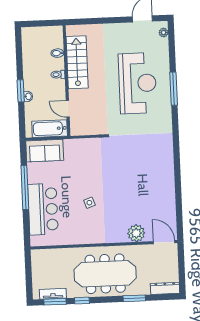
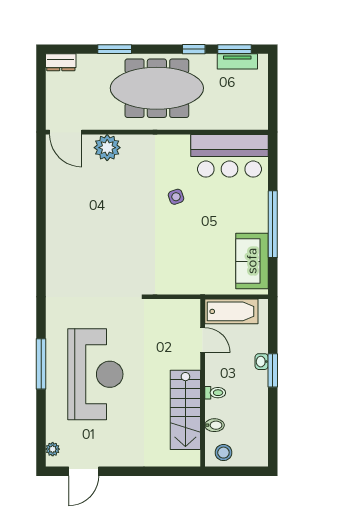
stool: (51, 35) -> (223, 453), added
reception desk: (137, 83) -> (95, 374), turned 180
sofa: (45, 151) -> (252, 261), moved, turned -90
bar counter: (43, 209) -> (230, 156), moved, turned -90
dresser: (165, 288) -> (61, 62), width x0.70

